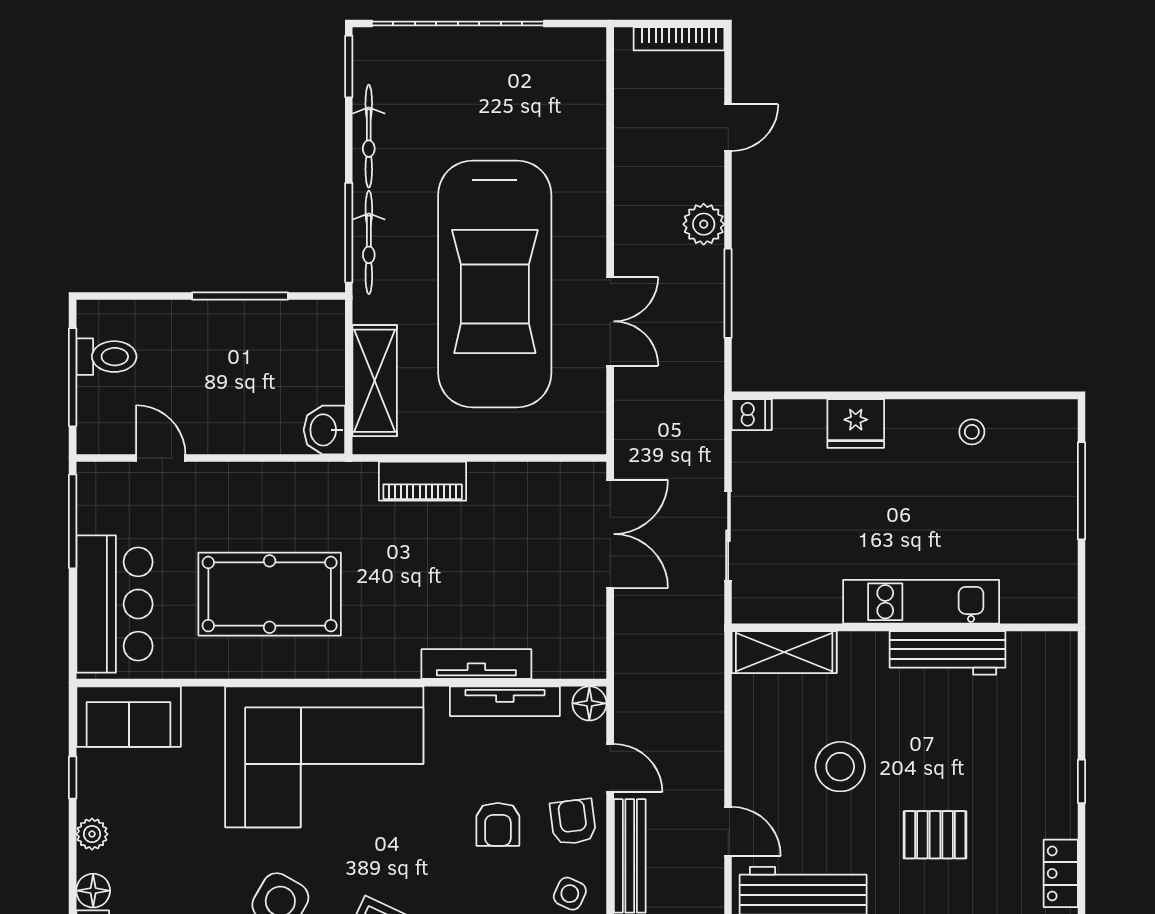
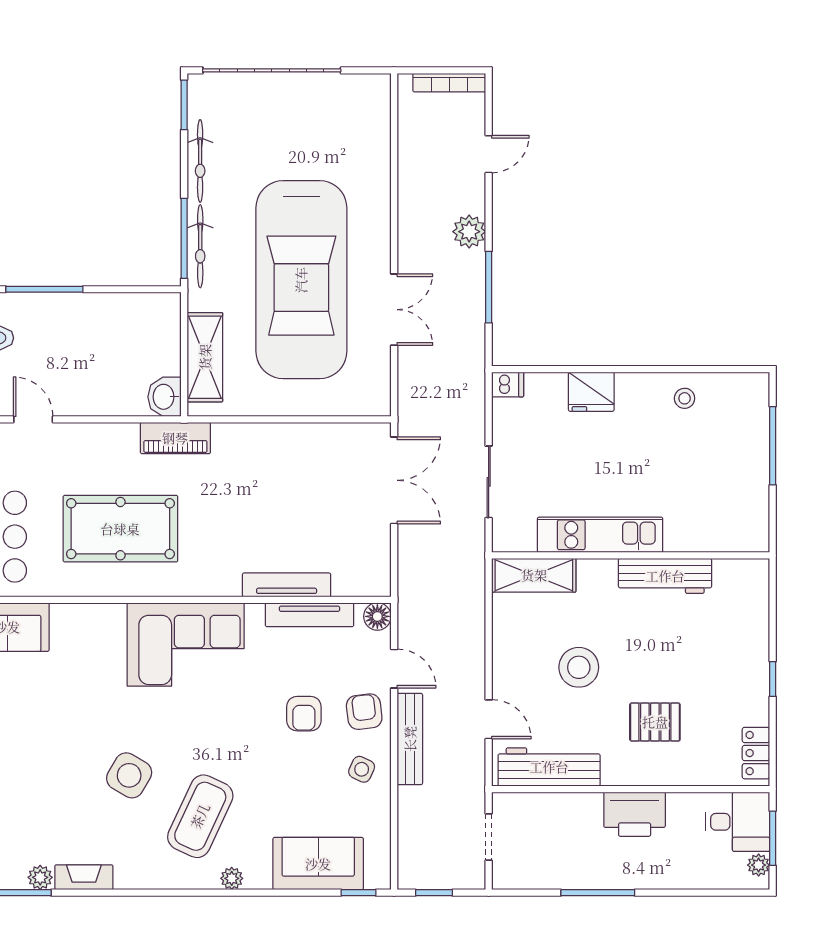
window: (240, 296) -> (44, 289), moved
piano: (423, 481) -> (175, 438), moved
kitchen unit: (921, 602) -> (600, 535), moved
corner sofa: (324, 757) -> (186, 644), width x0.73, depth x0.74

